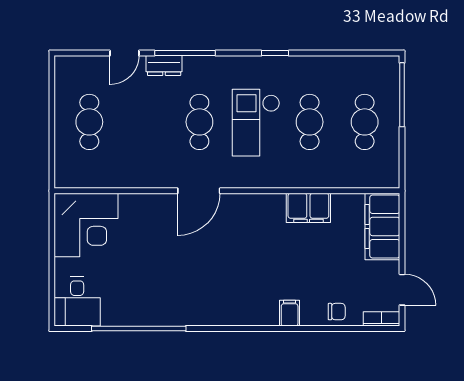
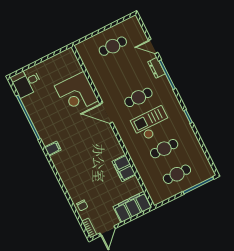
corner desk: (86, 225) -> (76, 93), moved
filing cabinet: (290, 313) -> (53, 149), moved

